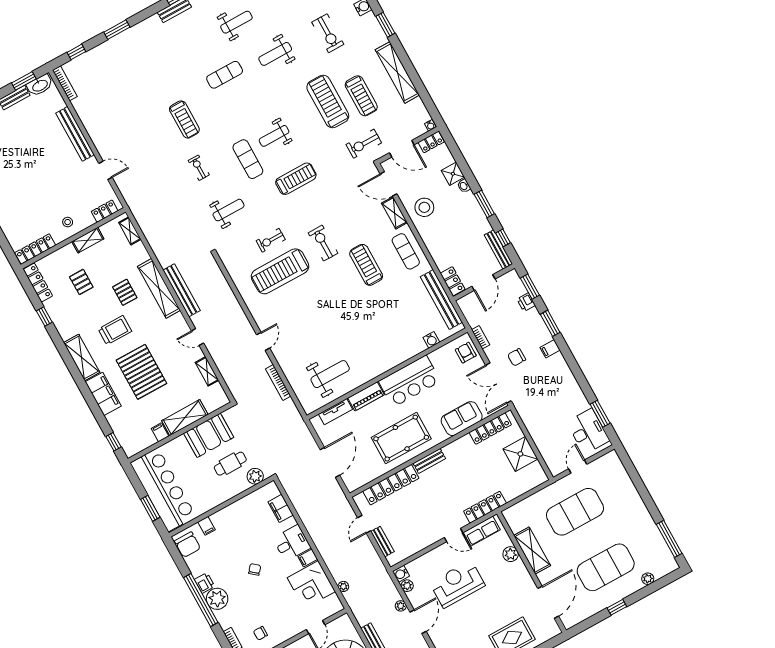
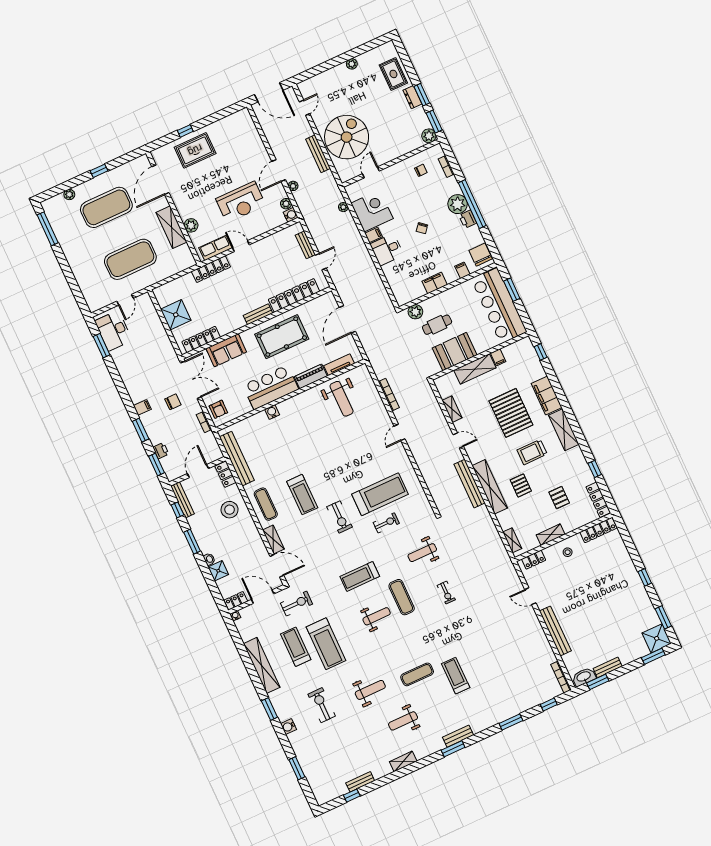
treadmill: (184, 119) -> (456, 676), moved
stool: (424, 207) -> (230, 510), moved
water cooler: (431, 340) -> (272, 412), moved
weight bench: (330, 374) -> (342, 399), turned -90
filing cabinet: (281, 508) -> (435, 283), moved, turned -90

